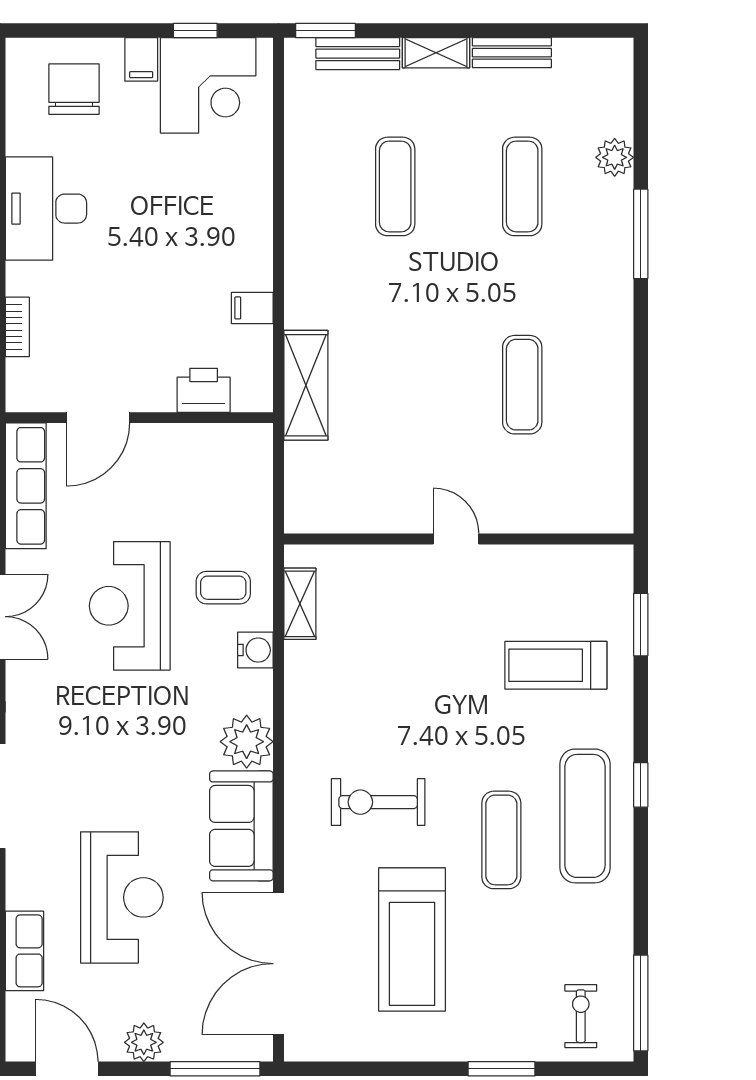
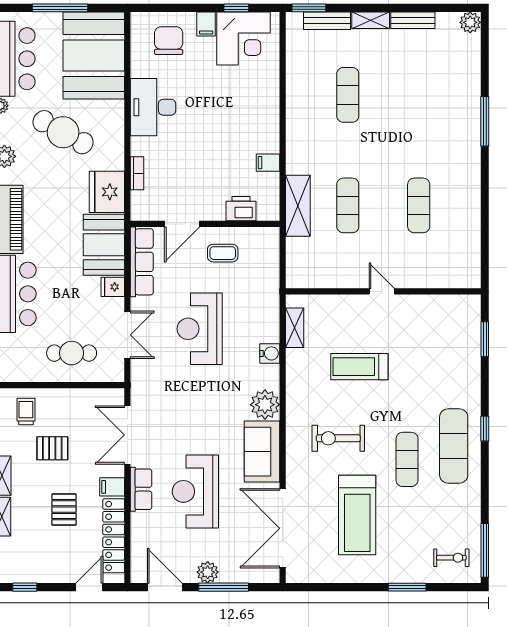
plant: (615, 157) -> (470, 22), moved
exercise mat: (522, 186) -> (348, 205), moved
coffee table: (223, 588) -> (223, 253), moved
treadmill: (556, 665) -> (359, 367), moved
reception desk: (122, 897) -> (195, 491), turned 180
row of seats: (25, 951) -> (141, 489), moved
exercise bike: (581, 1016) -> (451, 558), turned 90
window: (215, 1069) -> (224, 587), moved

